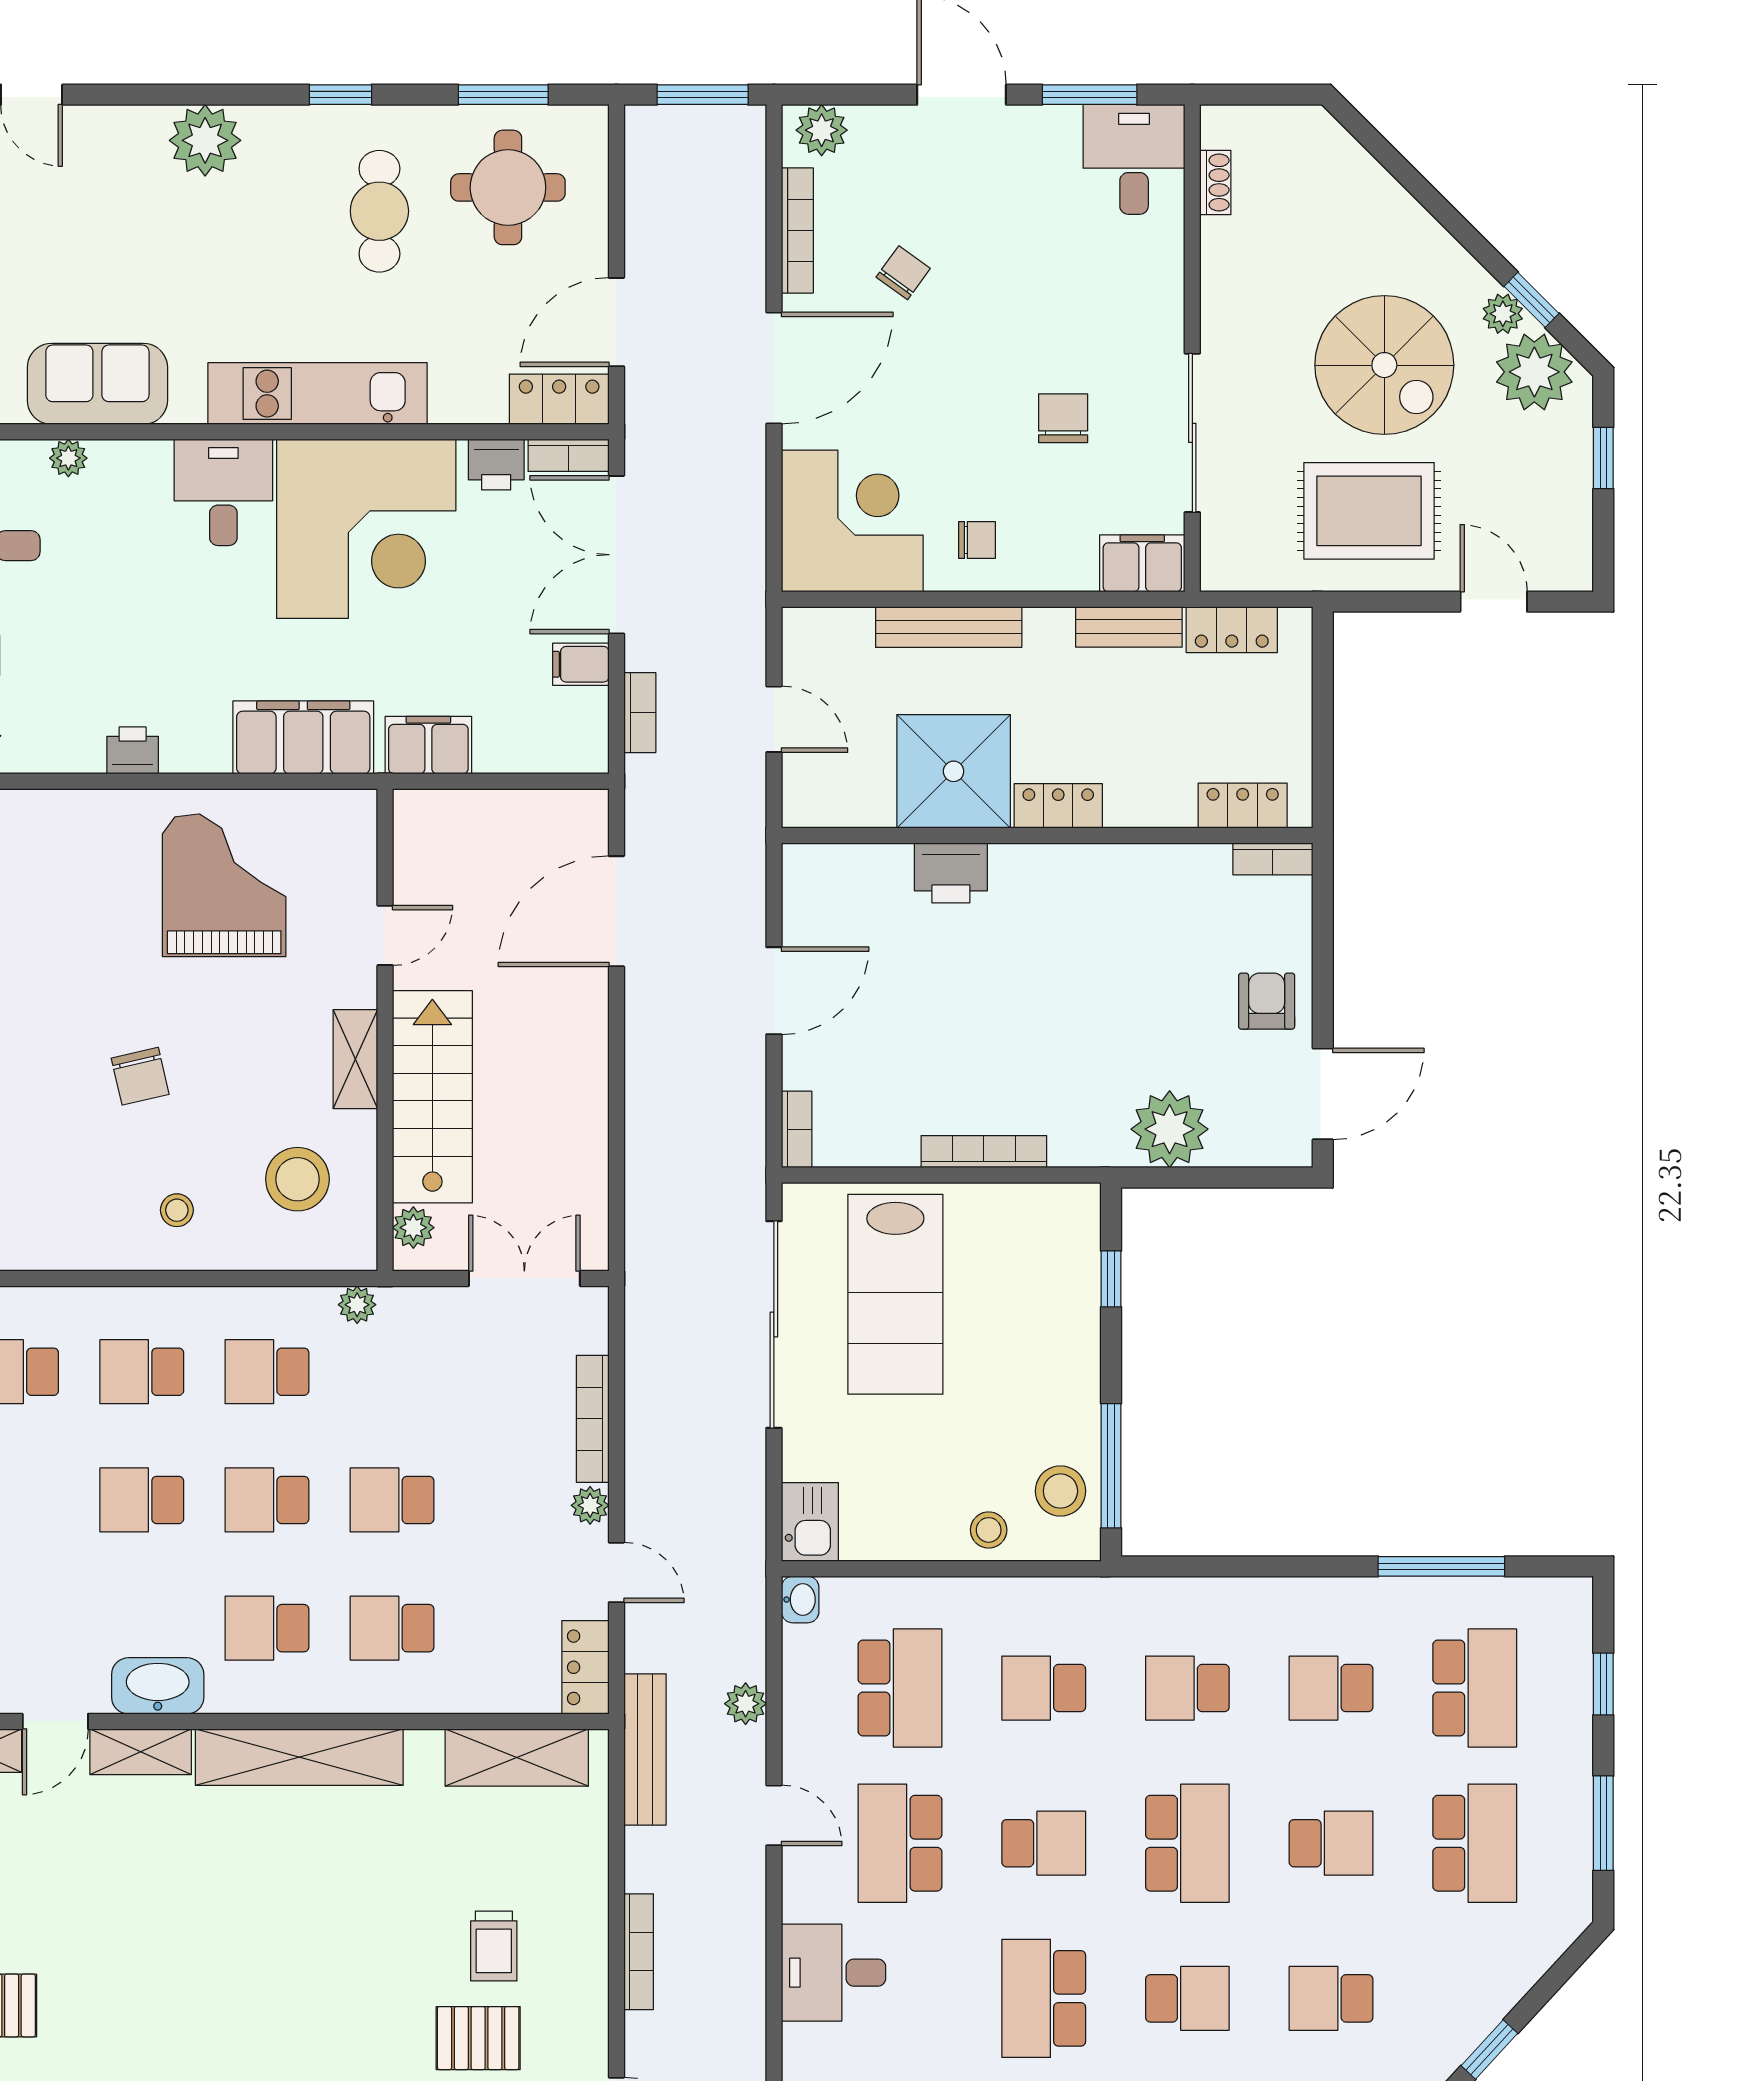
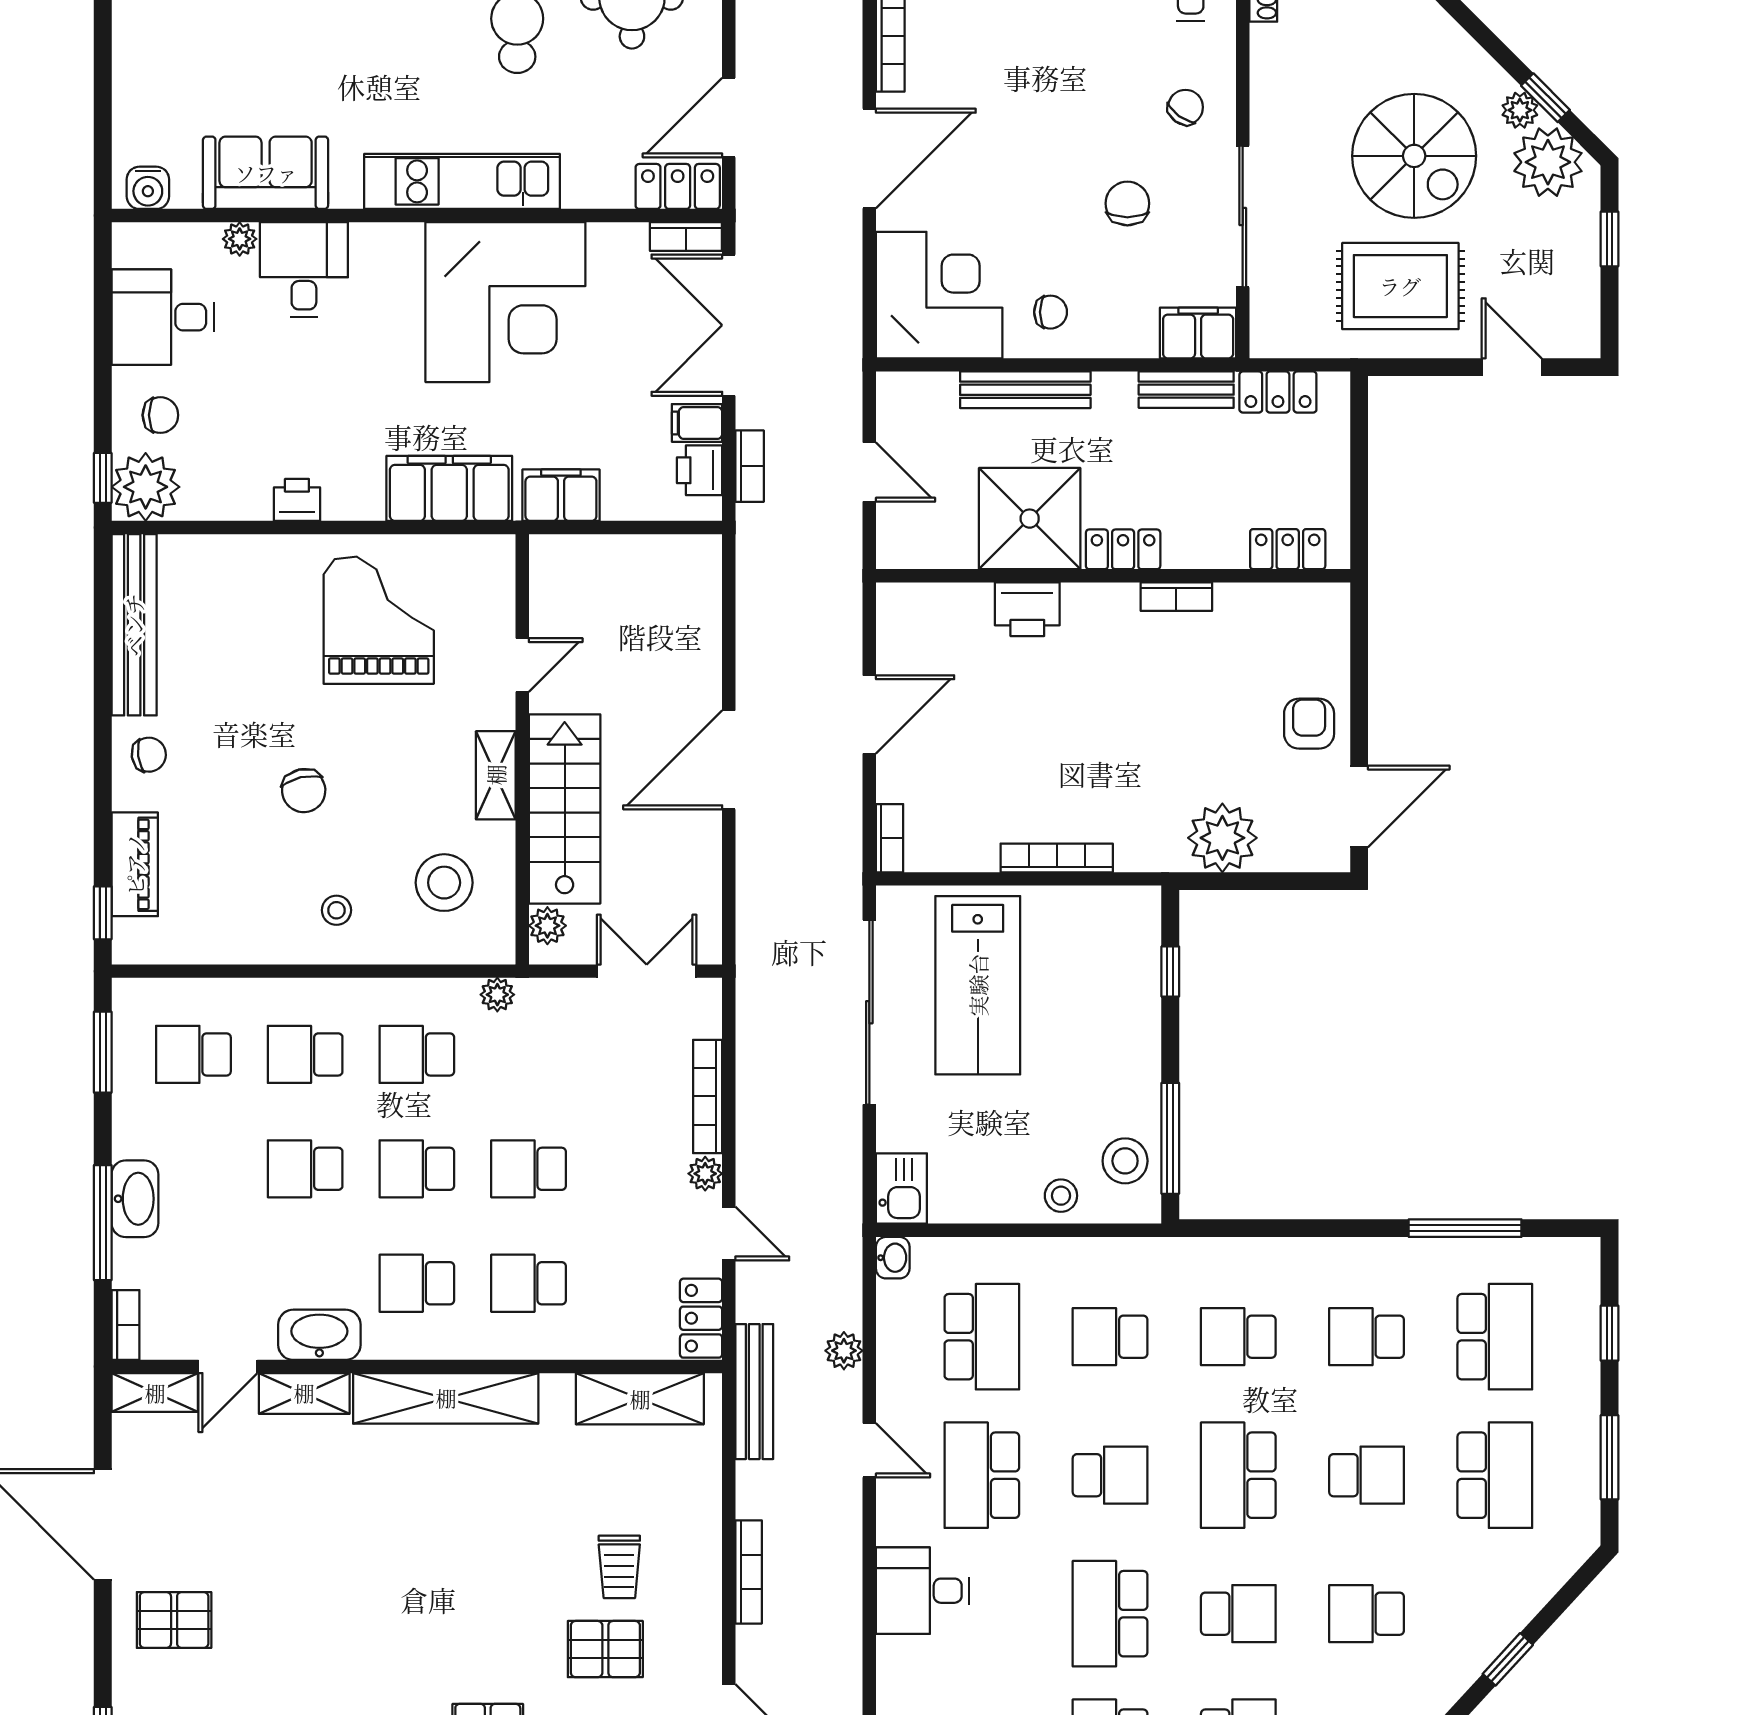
chair: (903, 273) -> (1186, 107), moved
printer: (496, 465) -> (700, 470), moved, turned 90
desk: (223, 492) -> (304, 270), moved
bookcase: (1273, 859) -> (1176, 597), moved
door: (616, 911) -> (729, 760), moved
school desk: (1187, 1843) -> (1238, 1475), turned 180

